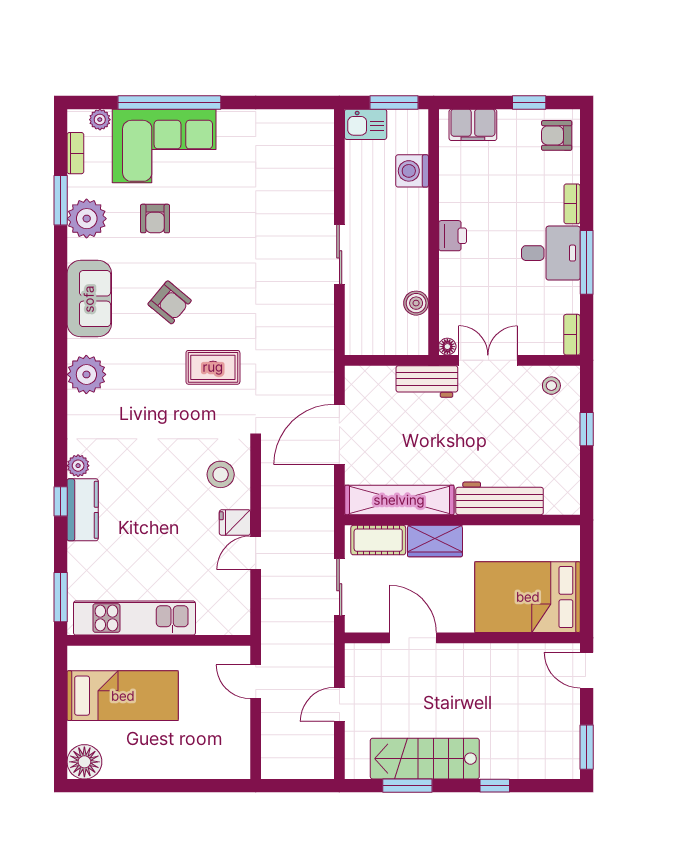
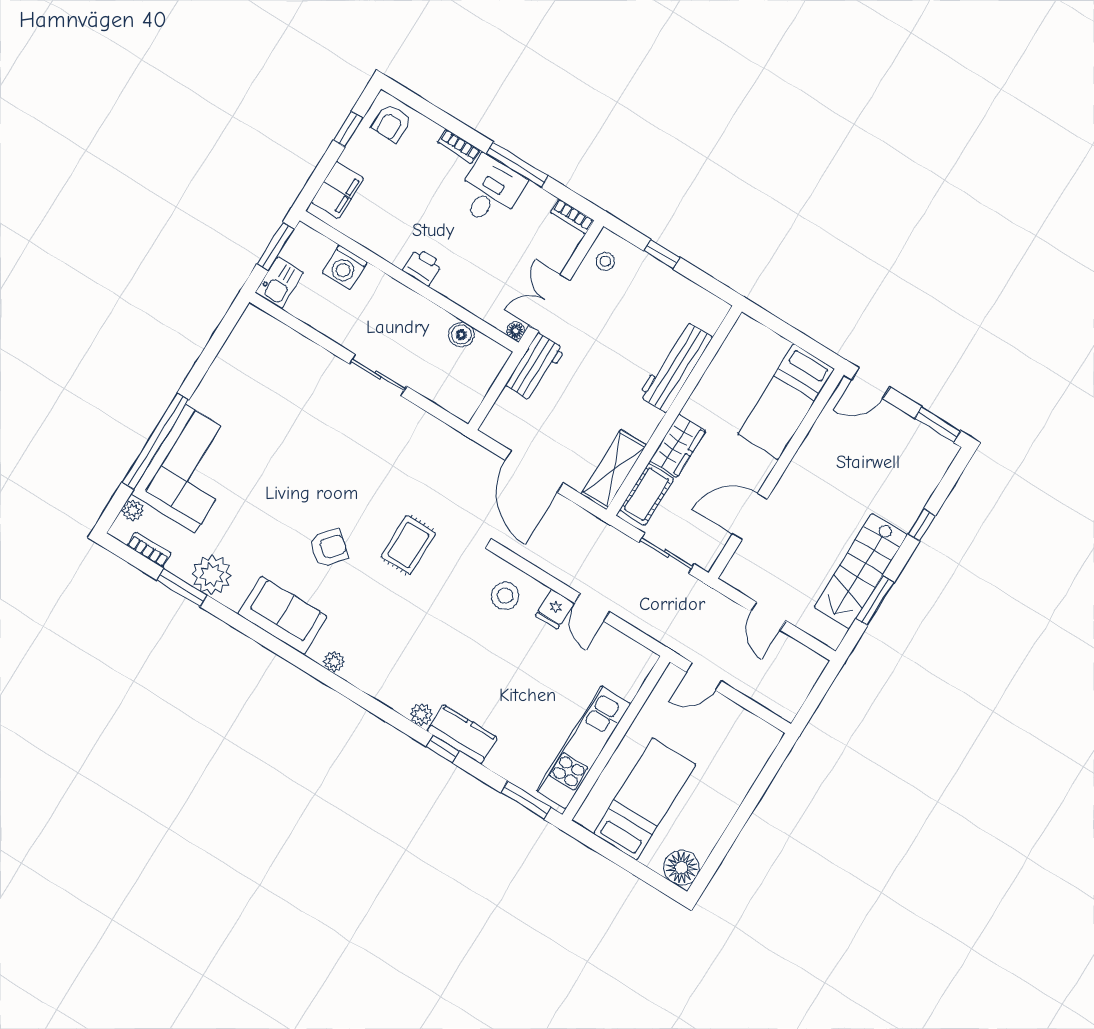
armchair: (155, 219) -> (248, 516), removed
plant: (86, 374) -> (334, 662), width x0.53, depth x0.53
shelving: (399, 500) -> (614, 469), width x0.68
bed: (528, 597) -> (786, 402), width x0.67

